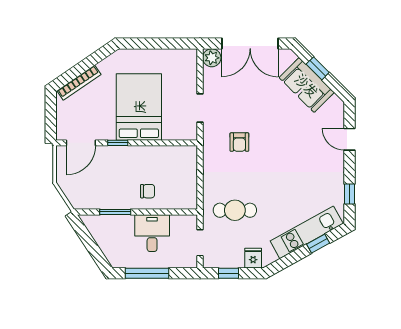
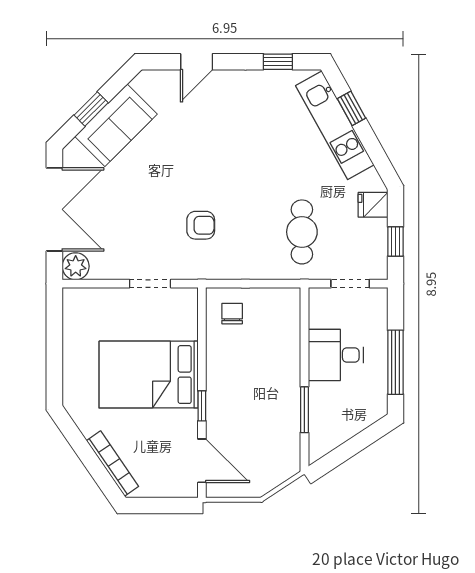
chair: (148, 191) -> (232, 314), moved

